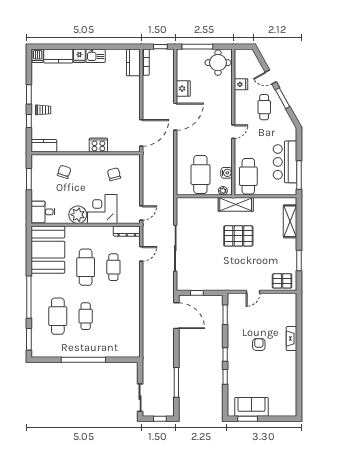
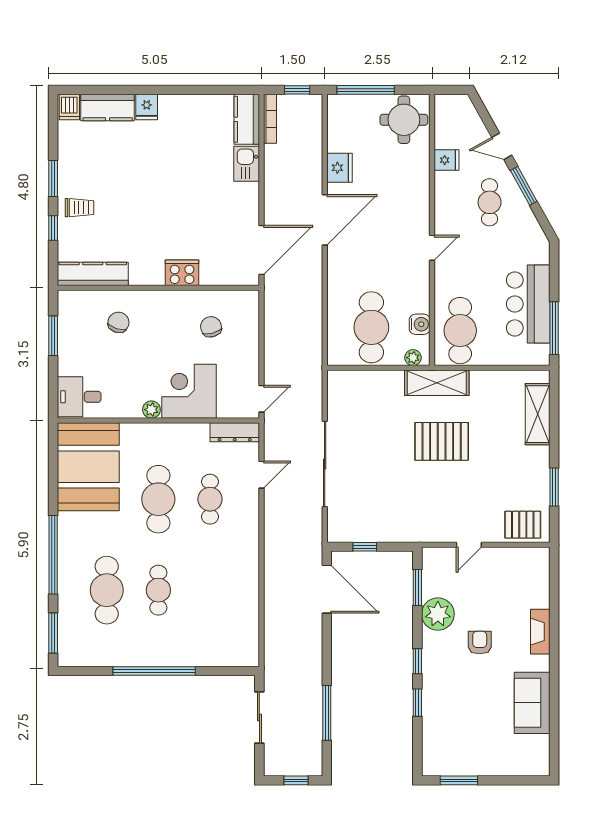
kitchen sink: (96, 56) -> (247, 164), moved, turned 90
kitchen counter: (44, 146) -> (93, 274), width x1.50
plant: (78, 215) -> (151, 410), width x0.53, depth x0.53
plant: (236, 329) -> (438, 614), added
sliding door: (140, 398) -> (259, 718), moved
sofa: (251, 407) -> (532, 703), moved, turned -90

